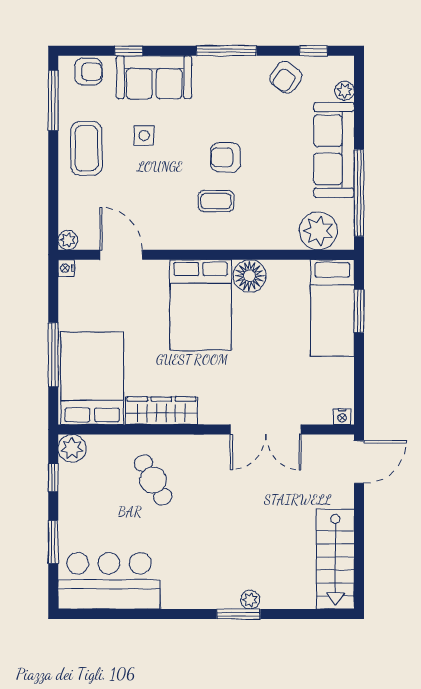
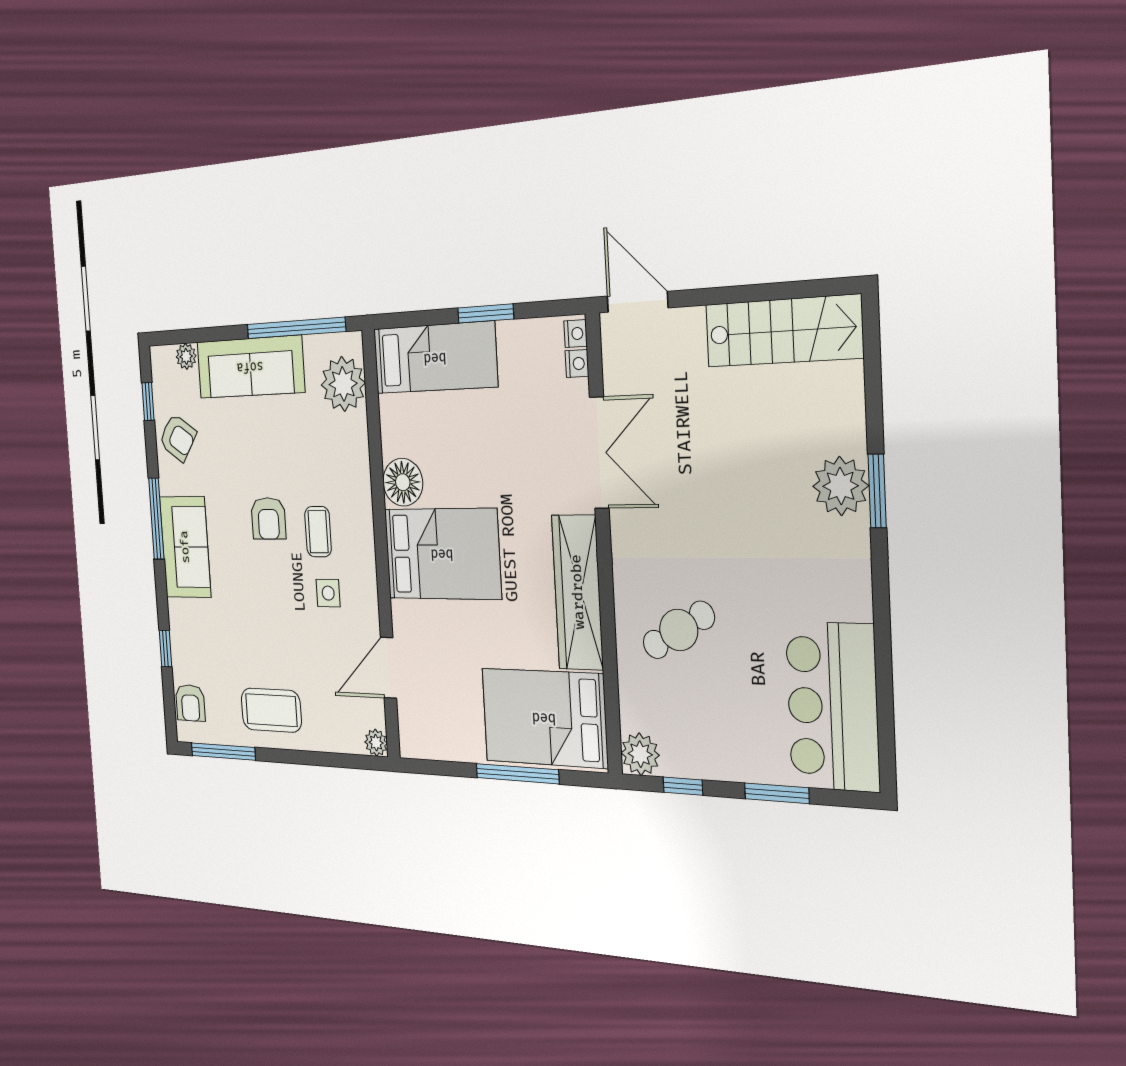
armchair: (88, 72) -> (190, 703), turned 180
sofa: (154, 77) -> (185, 547), moved
side table: (144, 136) -> (328, 593), moved
nightstand: (66, 268) -> (577, 364), moved, turned -90
window: (359, 311) -> (486, 313), moved
wardrobe: (161, 411) -> (578, 592), width x1.40, depth x1.17
plant: (250, 600) -> (841, 486), width x1.88, depth x1.88

